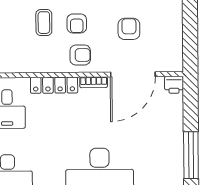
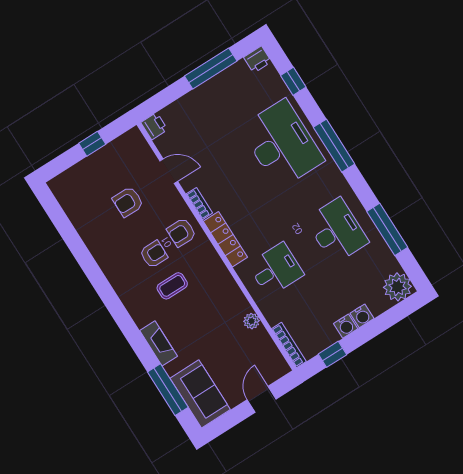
window: (190, 29) -> (92, 144), added
armchair: (80, 55) -> (181, 232), turned -90
door: (133, 74) -> (169, 171), width x0.53

